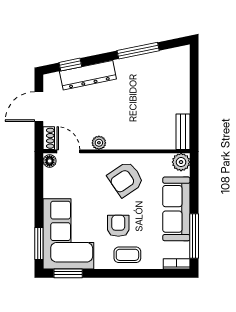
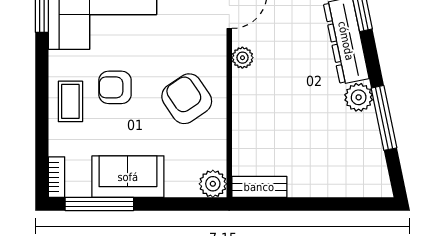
plant: (125, 67) -> (359, 97), added
sofa: (176, 209) -> (128, 177), width x0.73
armchair: (118, 226) -> (115, 87), turned 180

